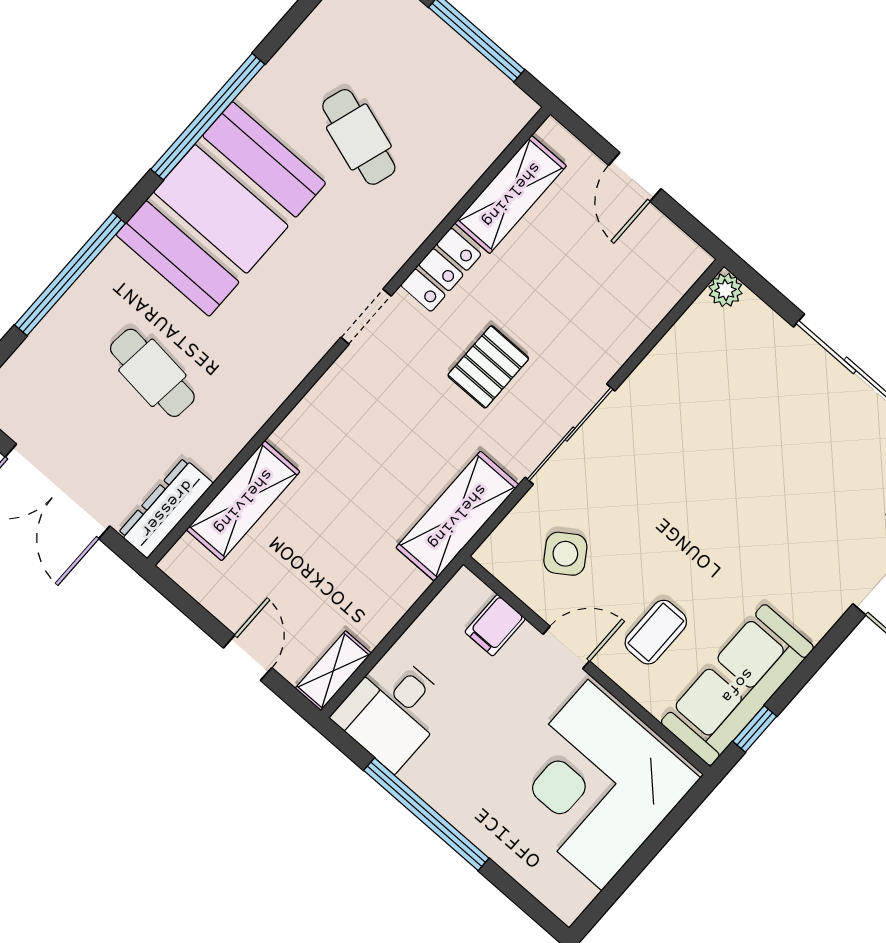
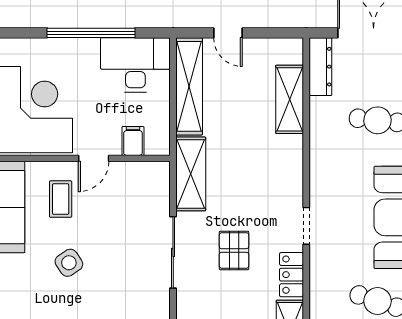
side table: (565, 554) -> (69, 263), moved
shelving: (333, 671) -> (189, 86), width x2.20, depth x1.33
desk: (393, 711) -> (135, 65), width x1.37

